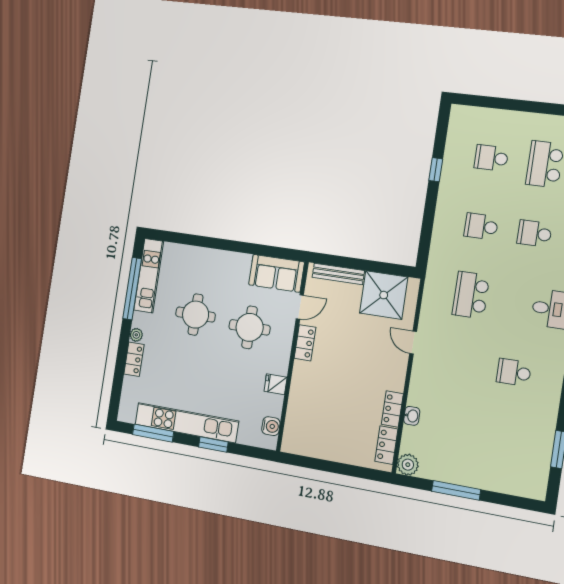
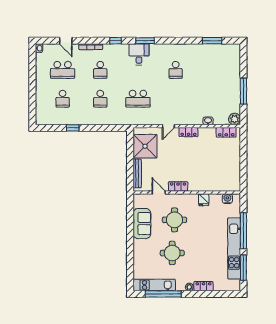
sofa: (276, 273) -> (142, 224), moved
locker: (392, 409) -> (188, 132), moved
window: (213, 444) -> (243, 231), width x2.11

